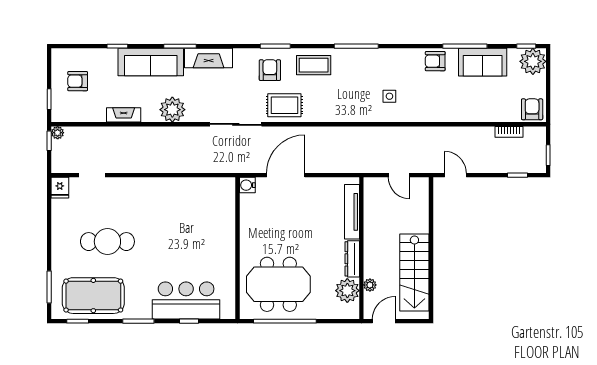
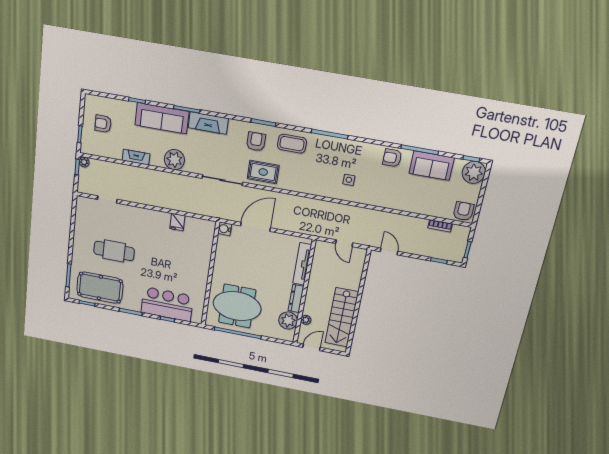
fridge: (60, 188) -> (177, 222), moved

